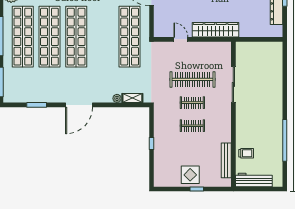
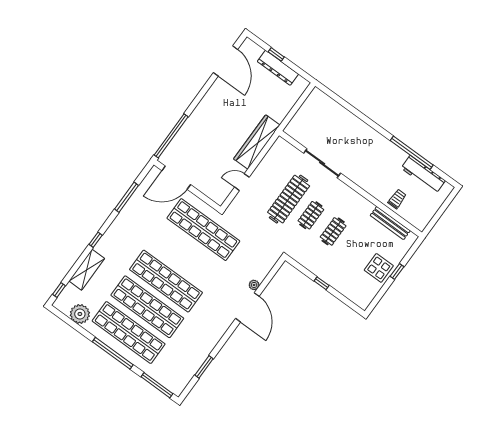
shelving: (132, 98) -> (264, 270), removed
door: (79, 105) -> (247, 307), moved
workbench: (254, 180) -> (423, 174), moved, turned -90

